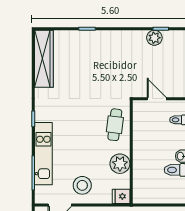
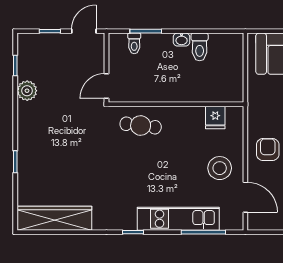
plant: (154, 38) -> (27, 91), moved
door: (157, 99) -> (107, 86), moved
plant: (120, 164) -> (191, 119), removed
fridge: (121, 196) -> (215, 117), moved

